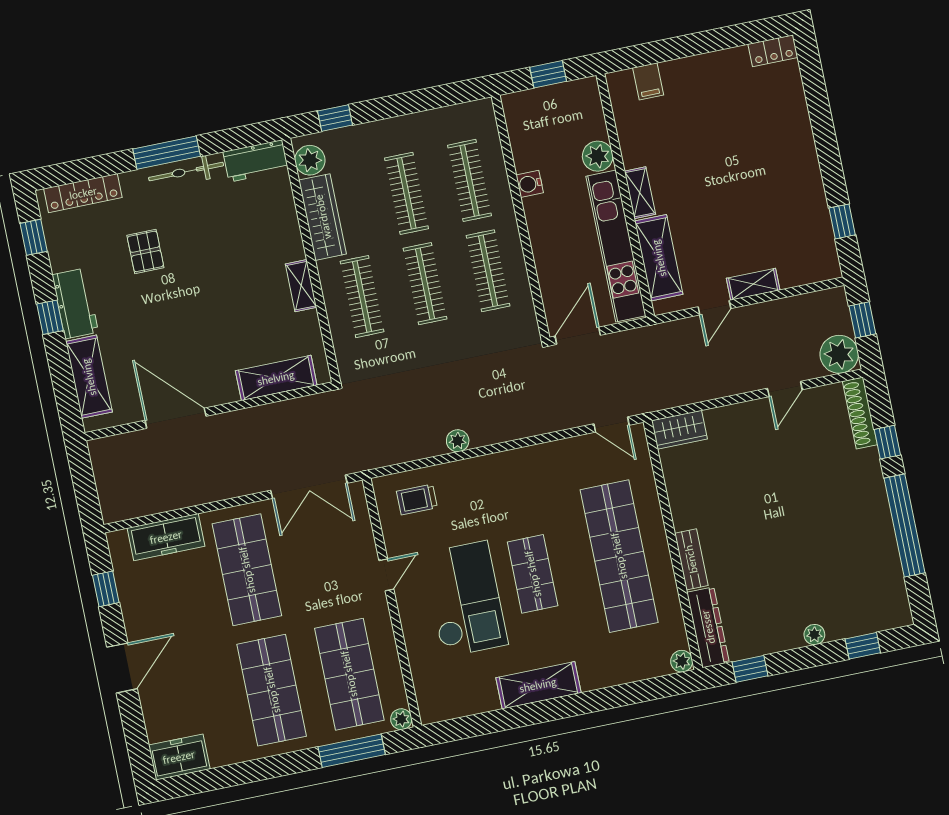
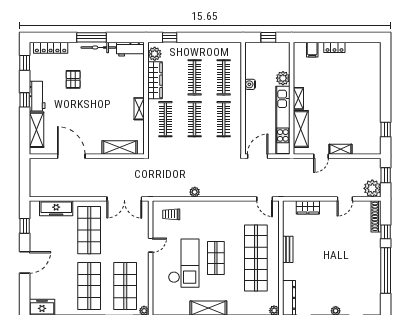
locker: (773, 51) -> (334, 47), moved
wardrobe: (679, 430) -> (308, 207), moved
bench: (691, 559) -> (288, 249), moved

